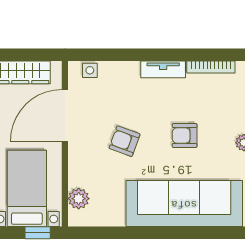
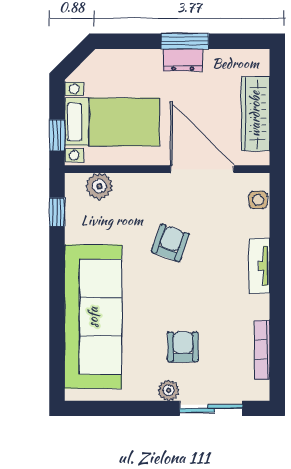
tv unit: (163, 69) -> (259, 266), moved
armchair: (185, 135) -> (183, 347), moved
window: (100, 233) -> (57, 212), added

